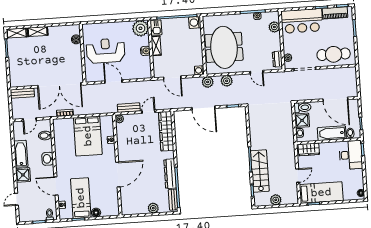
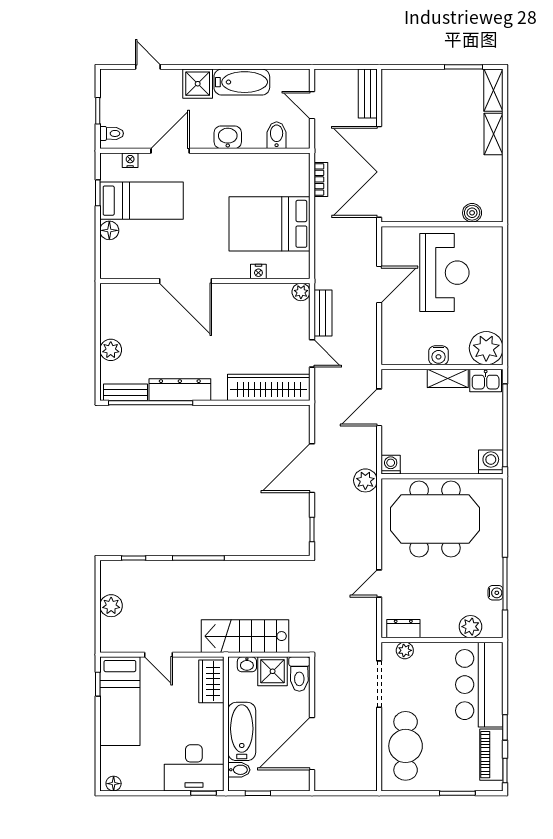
plant: (227, 81) -> (365, 520), removed
stairs: (260, 171) -> (245, 636), moved, turned 180

